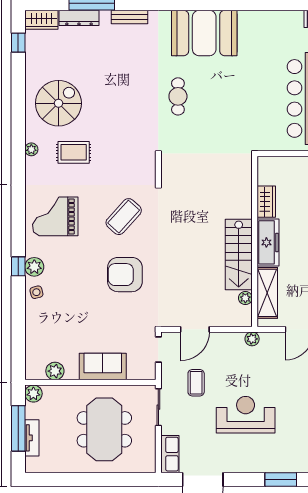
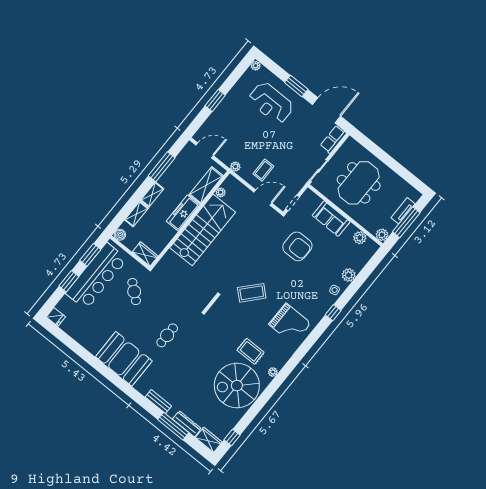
spiral stairs: (58, 103) -> (237, 386), width x1.37, depth x1.37
cafe table: (252, 115) -> (134, 292), added
wardrobe: (266, 202) -> (145, 254), moved, turned 90
stairs: (239, 255) -> (203, 230), width x1.36, depth x1.51
plant: (34, 267) -> (349, 275), moved
armchair: (125, 275) -> (297, 246), moved
coffee table: (196, 383) -> (263, 170), moved
reception desk: (246, 415) -> (271, 103), moved
window: (281, 480) -> (296, 86), moved

